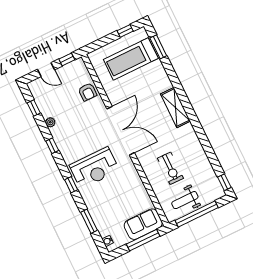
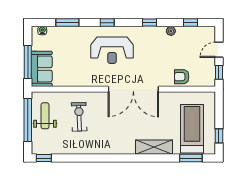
shelving: (175, 108) -> (154, 147), moved
reception desk: (94, 168) -> (112, 50), turned -90
exercise bike: (170, 168) -> (79, 117), turned 88

